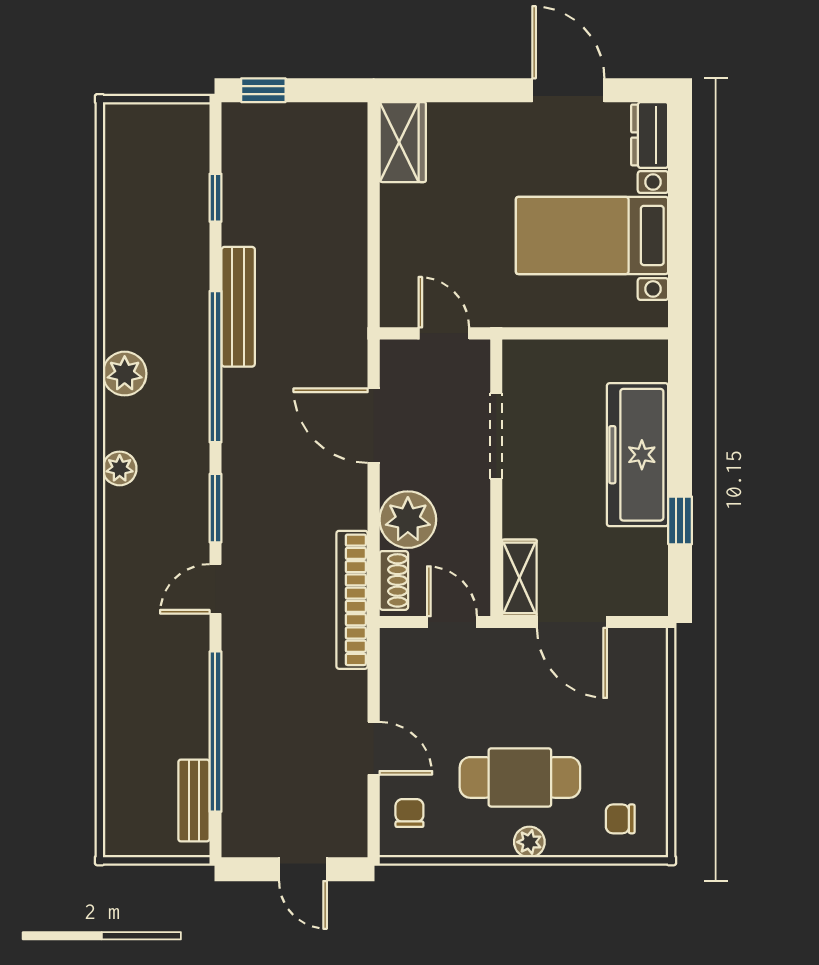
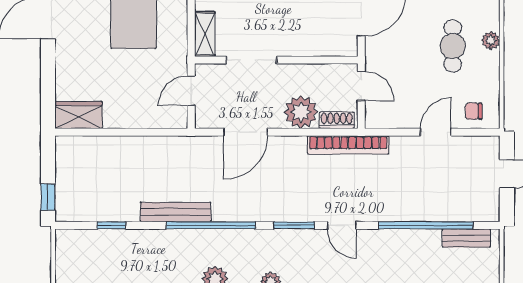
shelving: (519, 578) -> (205, 34), moved, turned 90
door: (452, 622) -> (361, 86), swing flipped
cafe table: (520, 777) -> (453, 46), width x0.73, depth x0.74

